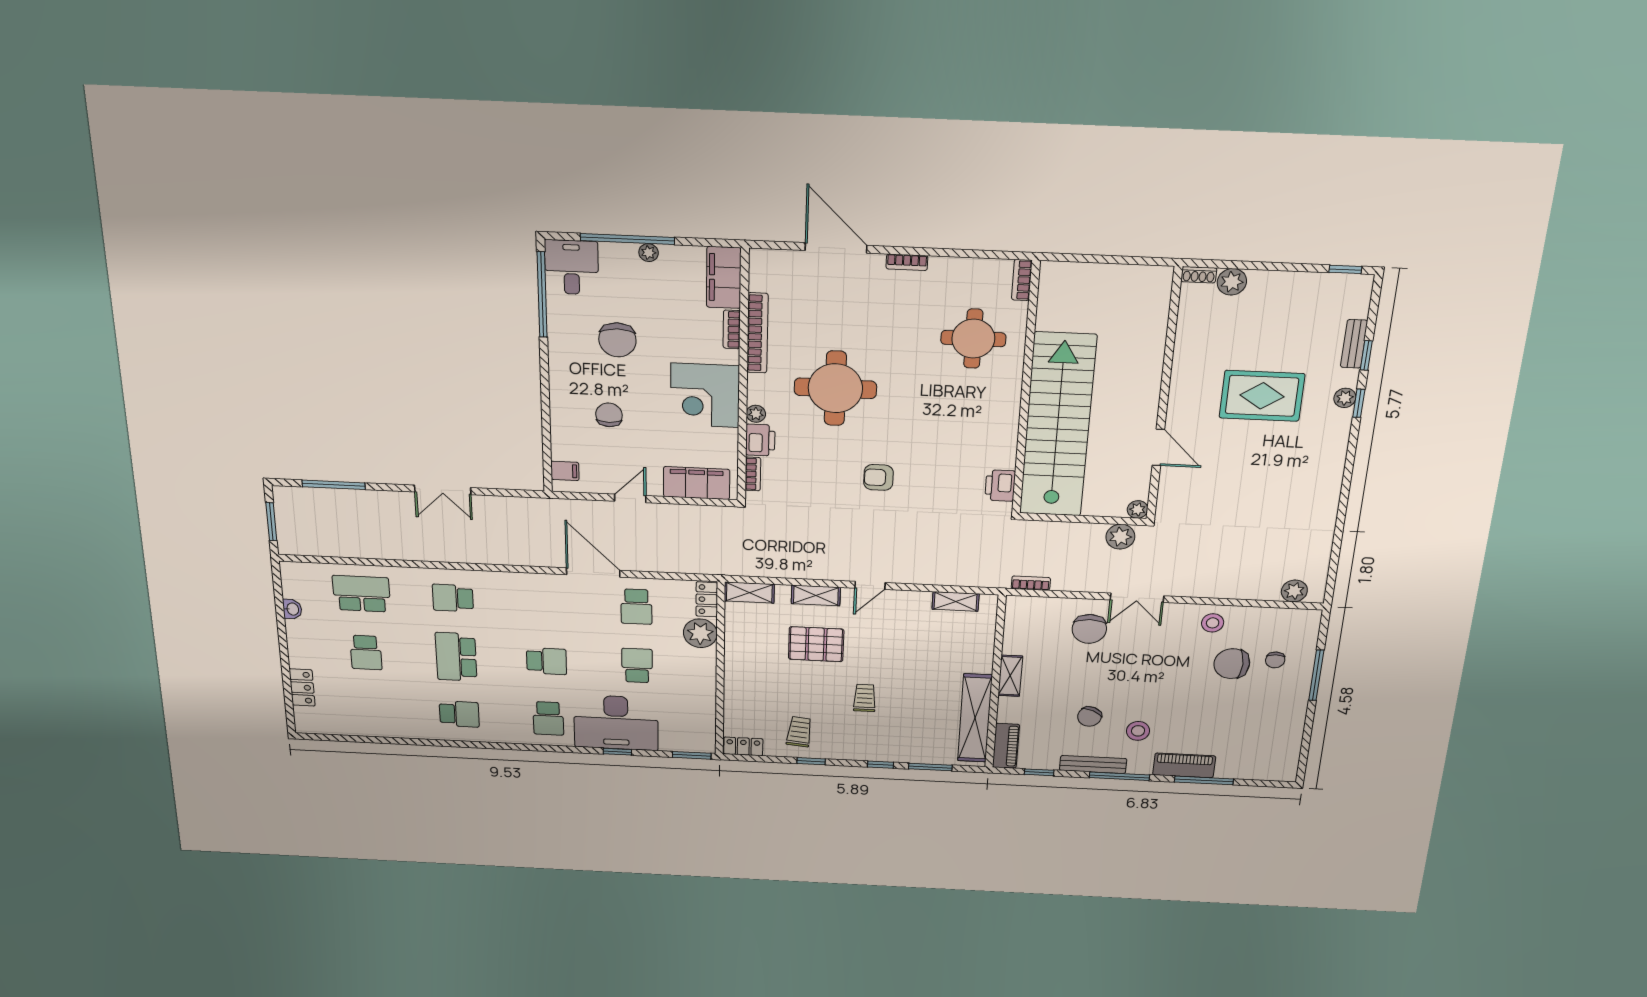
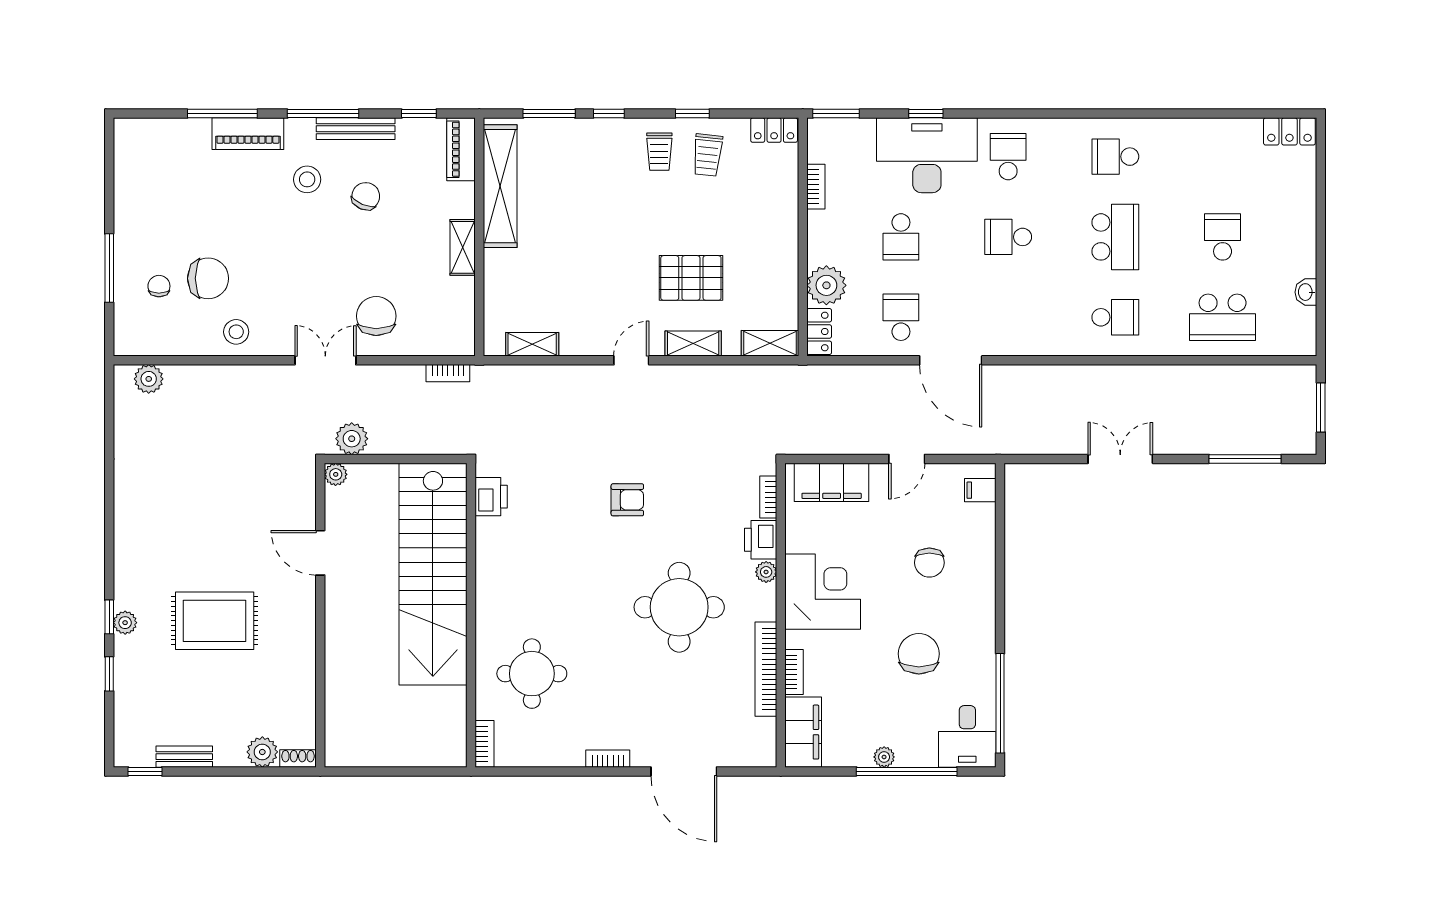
bench: (1354, 344) -> (184, 757), moved, turned 90
locker: (302, 687) -> (1289, 131), moved, turned -90
trolley: (865, 698) -> (659, 152), moved
bookcase: (709, 705) -> (816, 187), added

